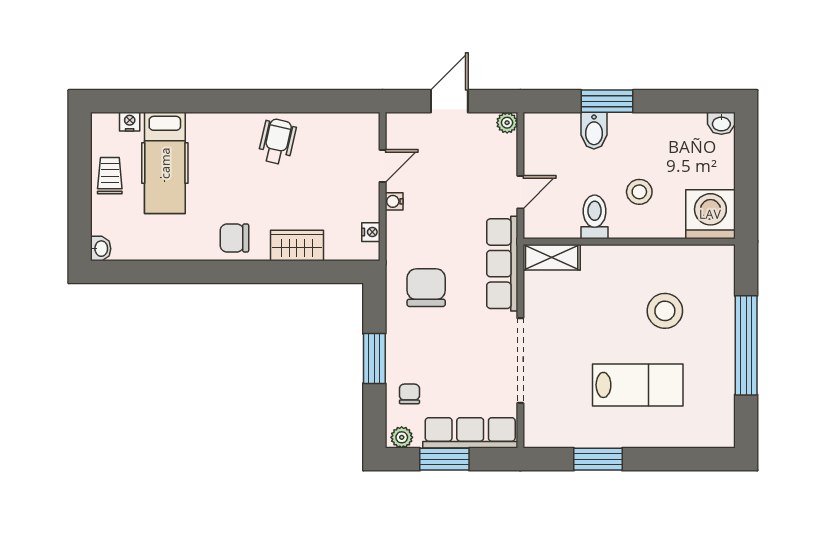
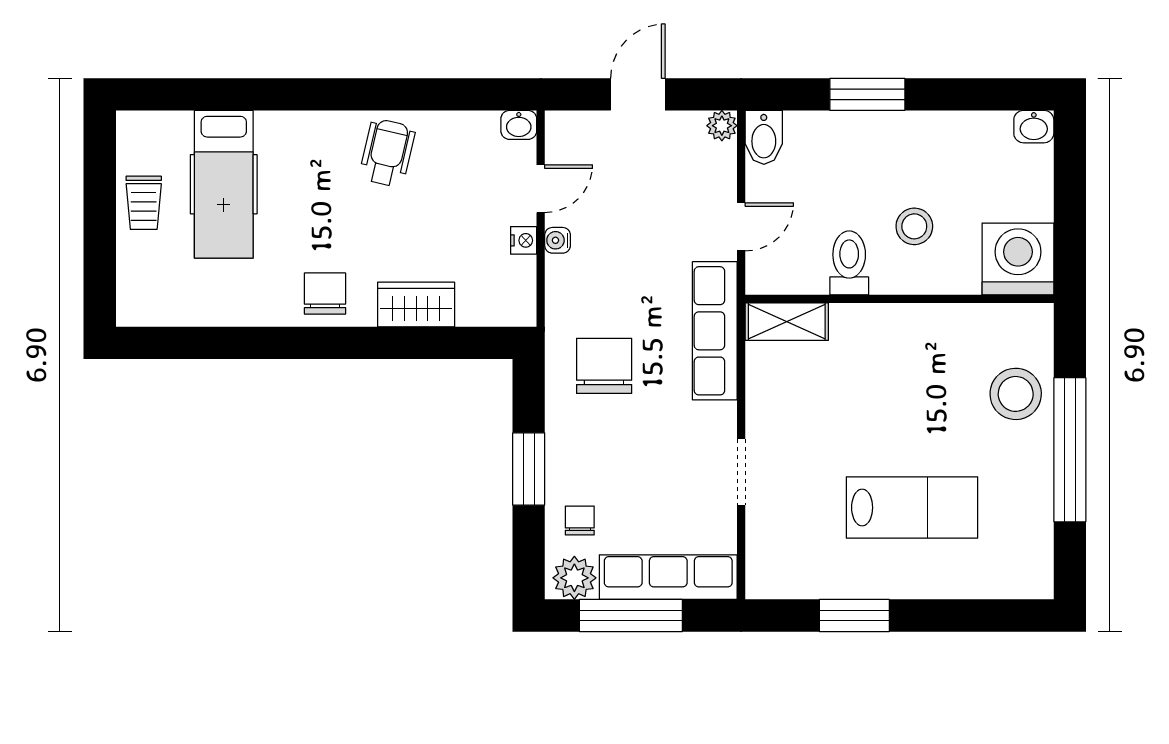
nightstand: (130, 122) -> (173, 124), removed
bidet: (594, 131) -> (764, 137), moved
trolley: (110, 176) -> (144, 203), turned 180
nightstand: (371, 232) -> (524, 240), moved
chair: (234, 238) -> (325, 294), turned 90
washbasin: (101, 249) -> (519, 125), moved, turned 90
stool: (665, 311) -> (1016, 394), moved
doorway: (520, 361) -> (741, 472), width x0.53
plant: (402, 437) -> (574, 578), width x1.38, depth x1.38
window: (444, 459) -> (631, 615), width x1.44

